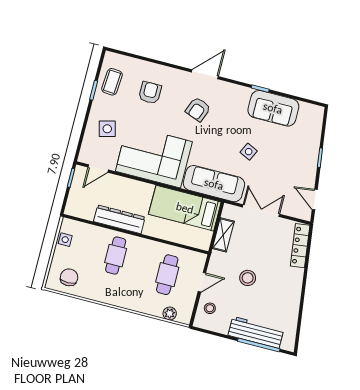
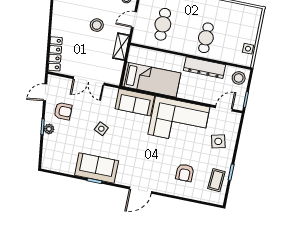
sofa: (273, 108) -> (97, 168), moved
armchair: (198, 109) -> (63, 111), moved, turned 69
plant: (312, 155) -> (49, 129), added
sofa: (214, 184) -> (135, 102), width x0.73
door: (315, 199) -> (45, 92), swing flipped
stool: (78, 205) -> (239, 78), added
shelving: (223, 235) -> (121, 47), moved
chair: (69, 277) -> (243, 18), removed

